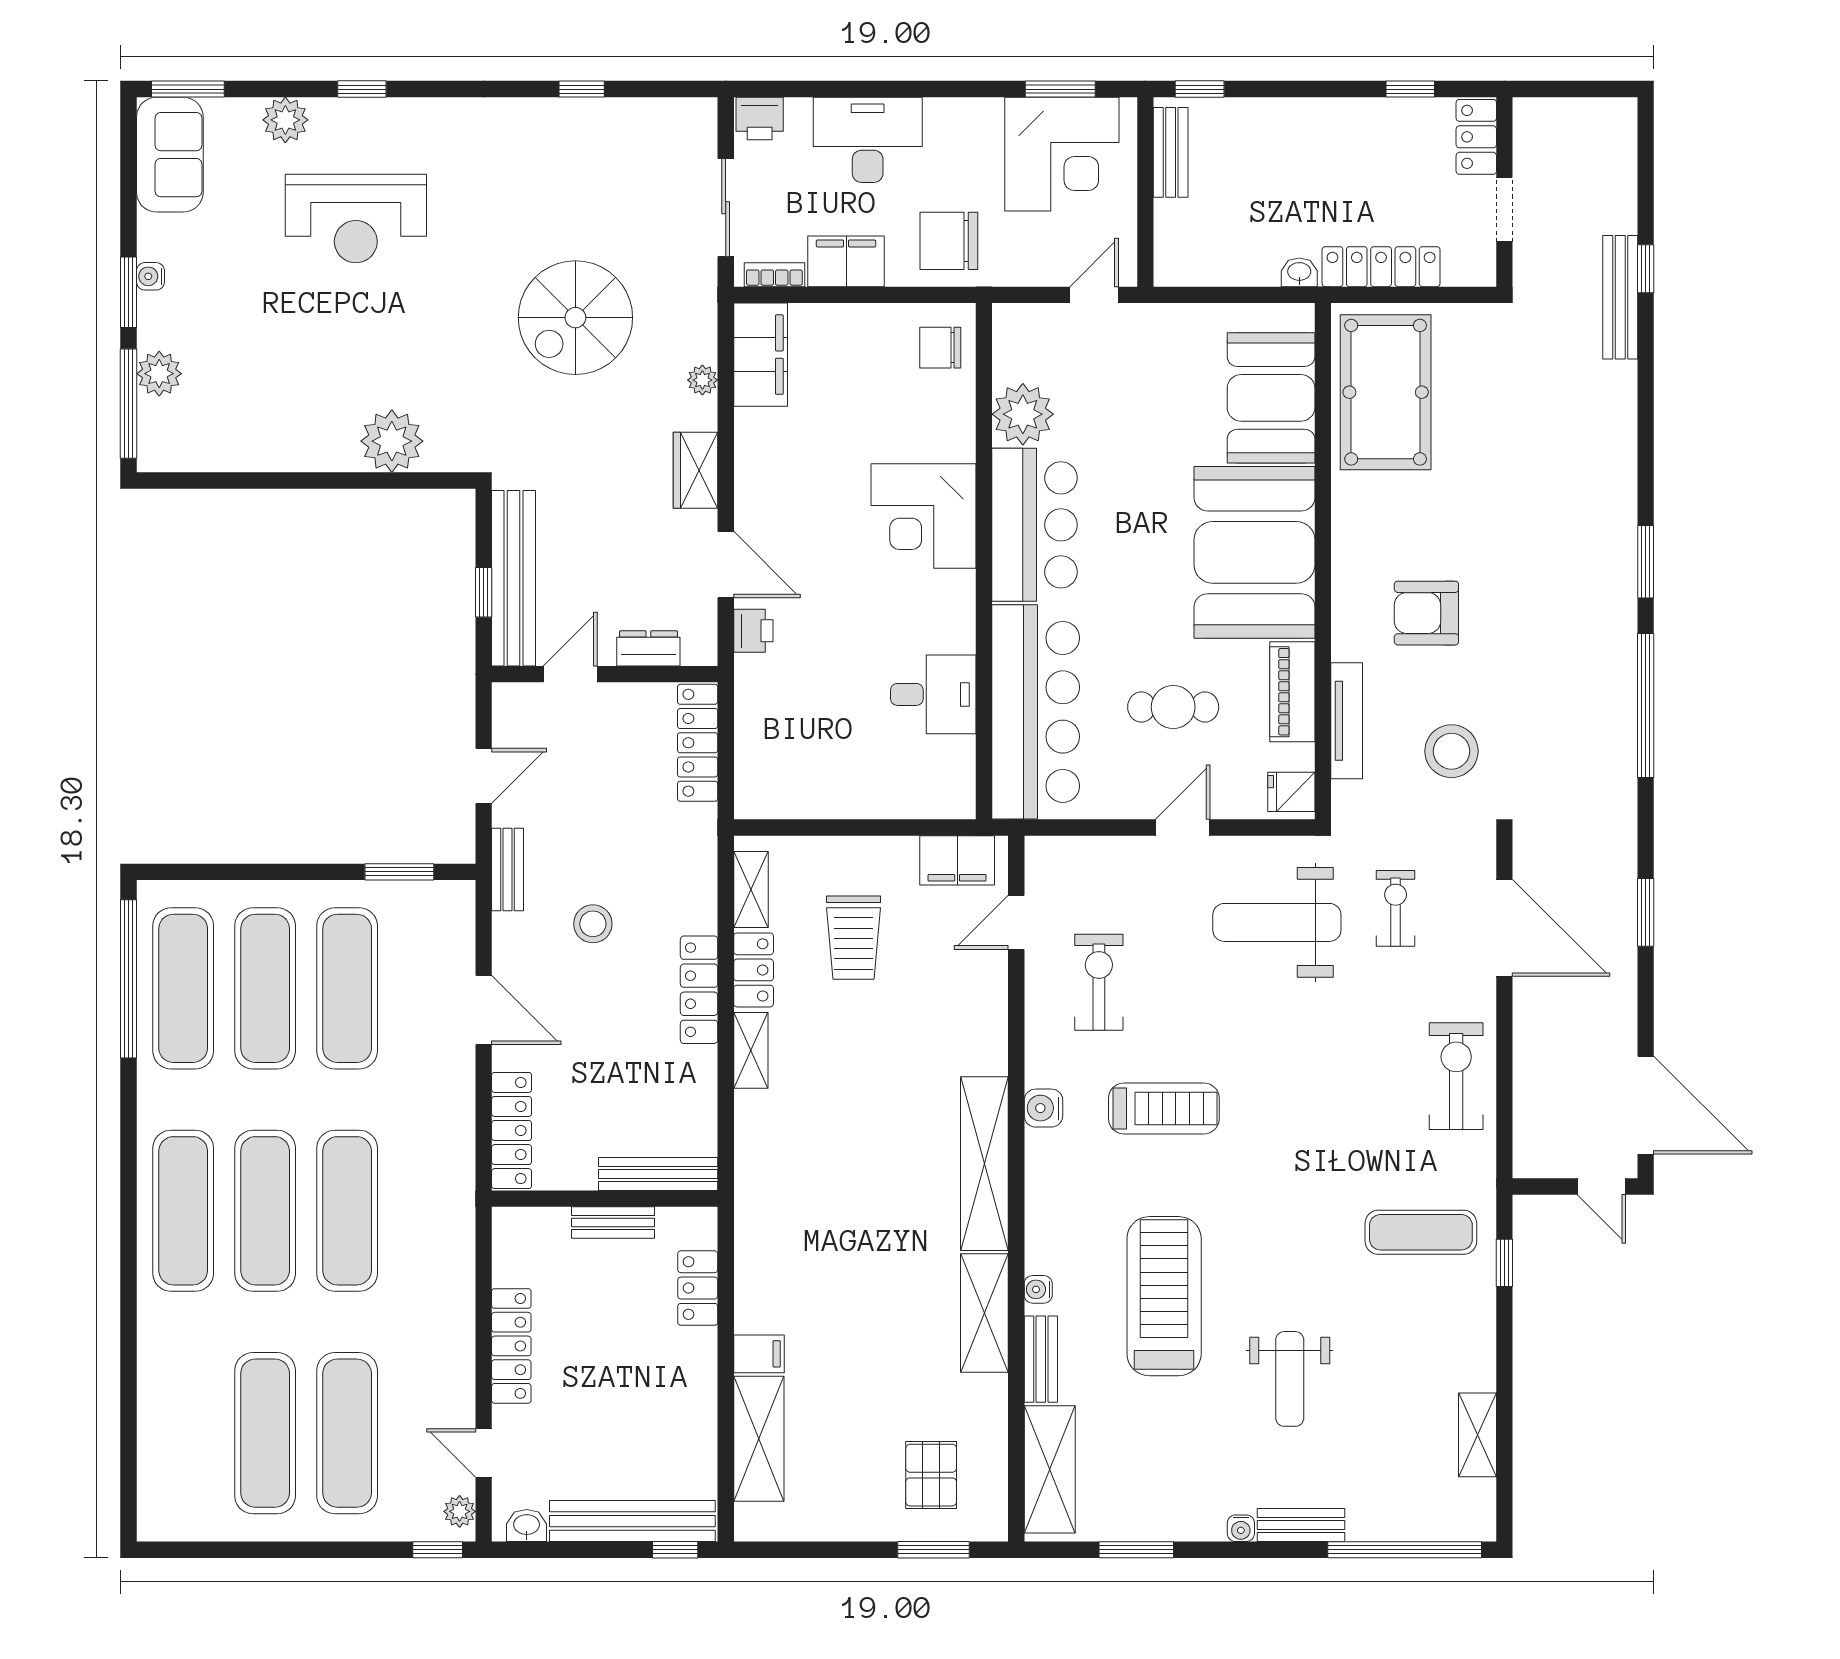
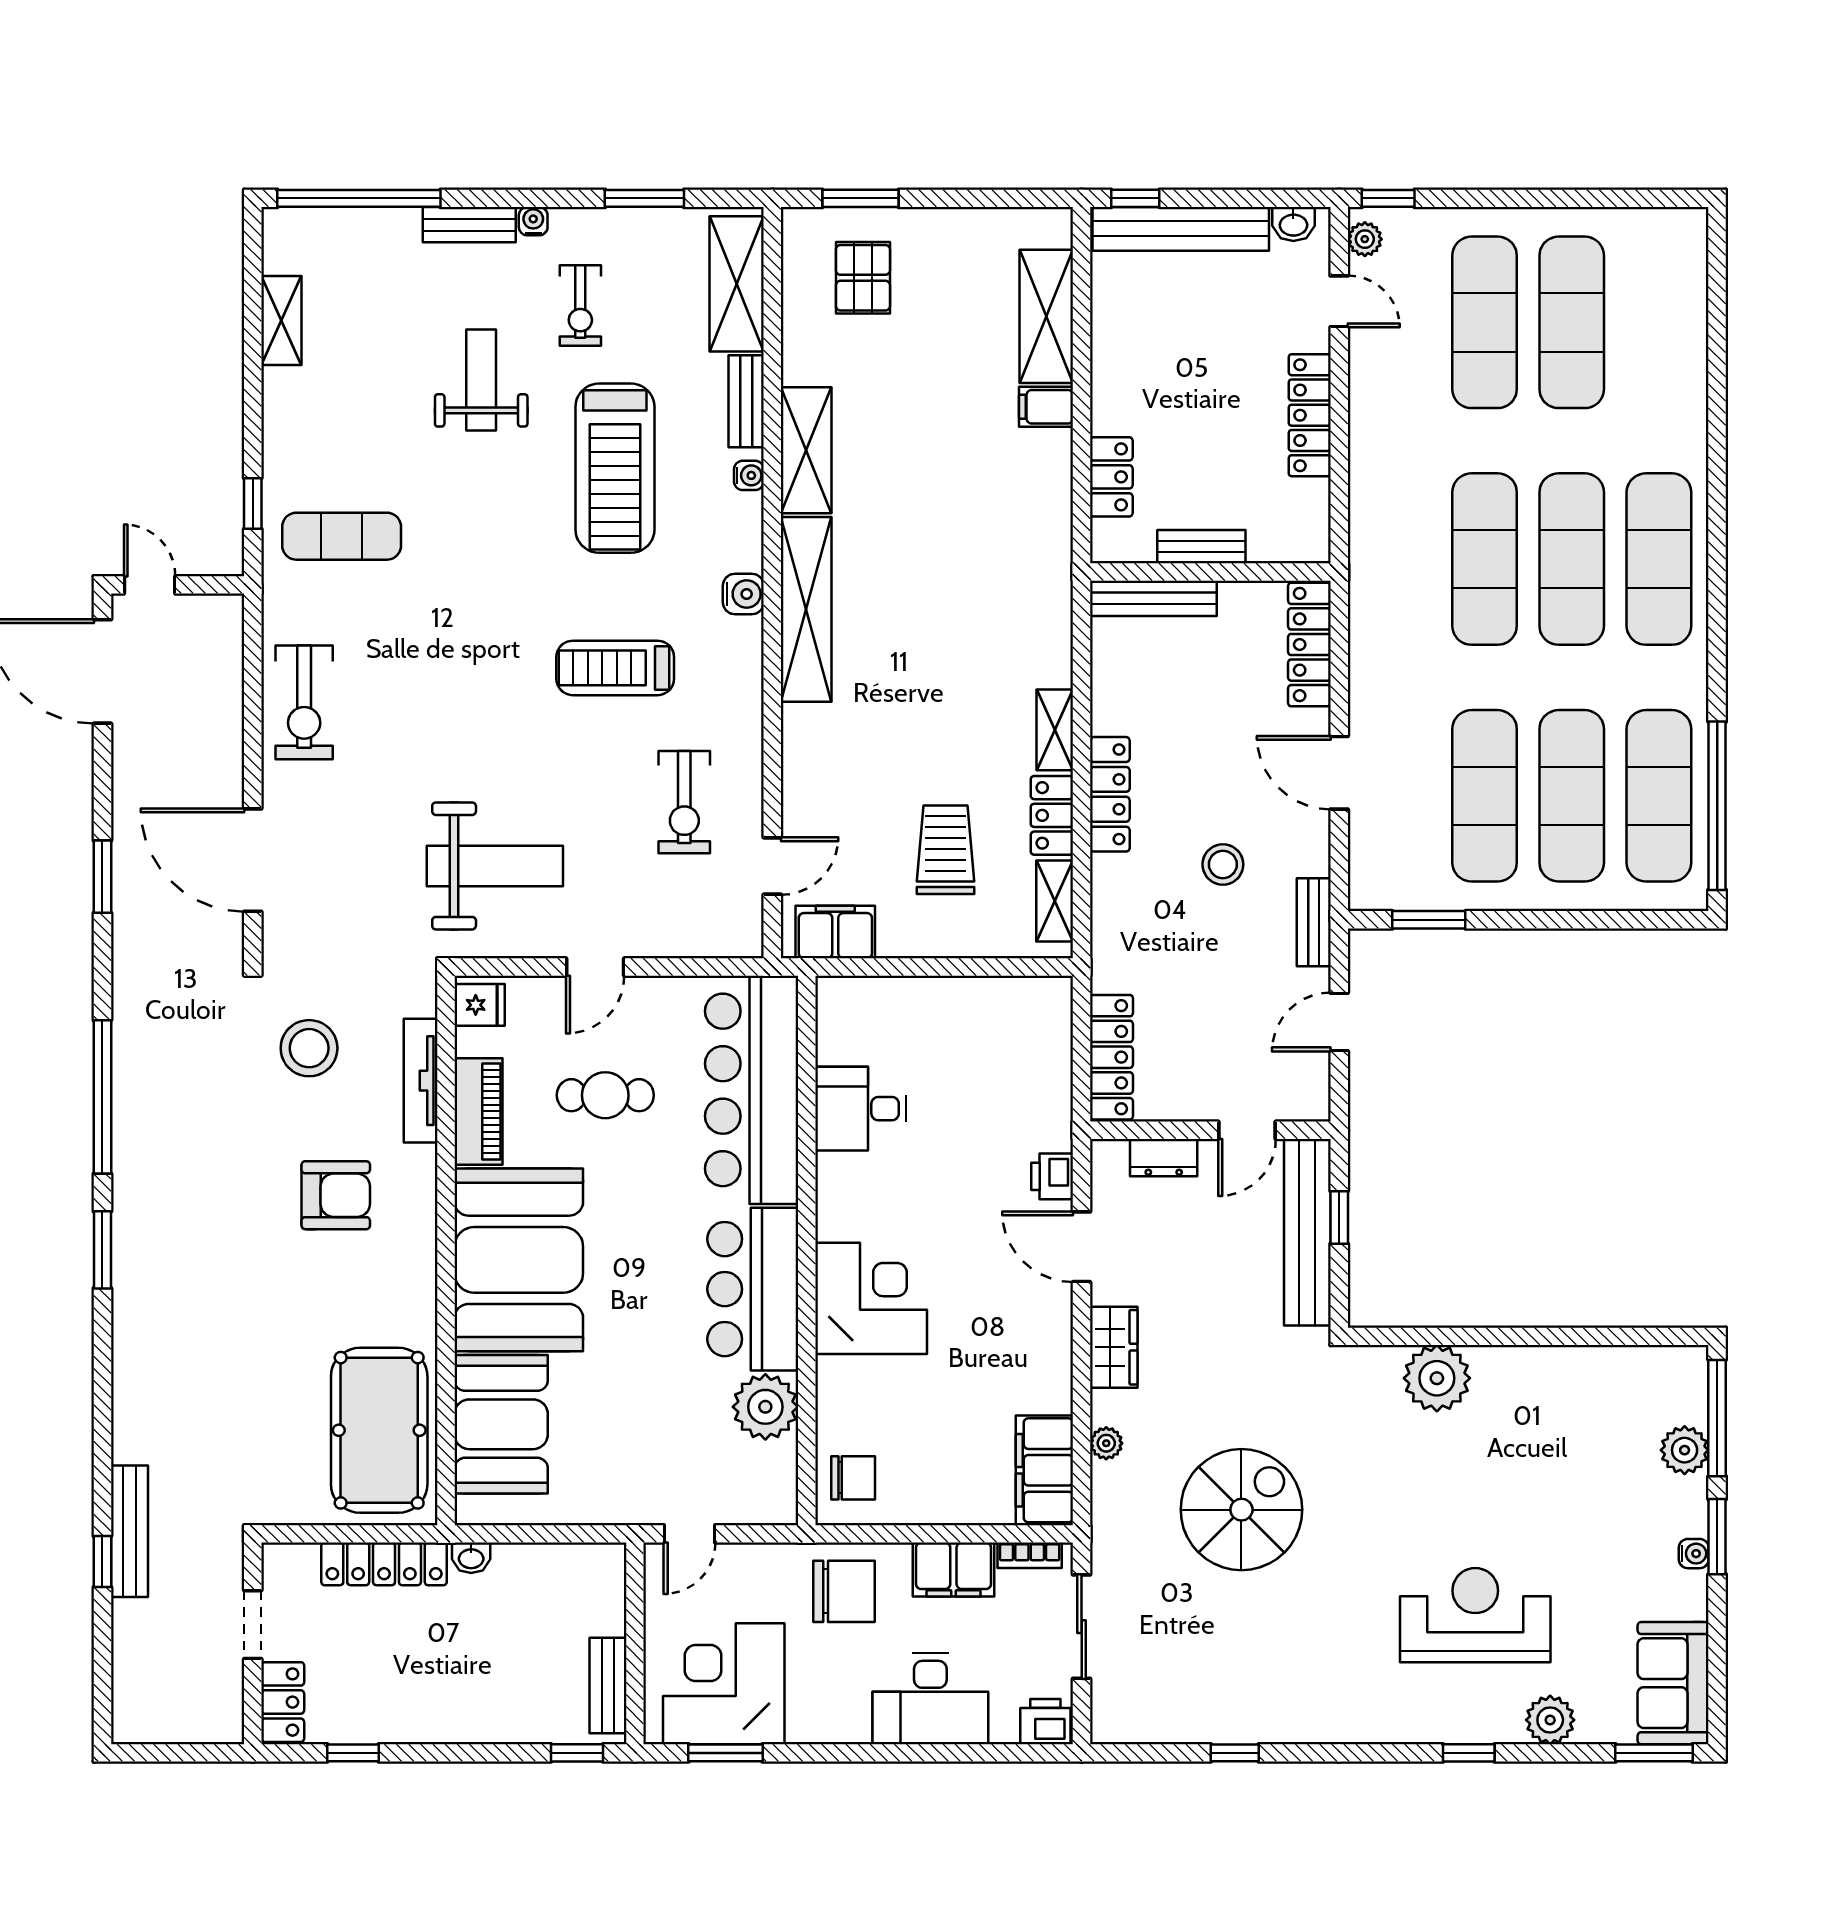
exercise bike: (1396, 908) -> (580, 306), moved
water cooler: (1043, 1108) -> (743, 594), moved

